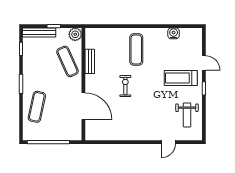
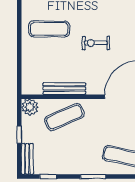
bench: (39, 32) -> (27, 159), width x0.73
bench: (90, 61) -> (64, 89), width x1.36

